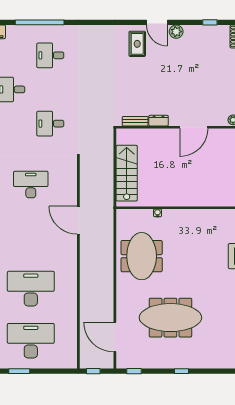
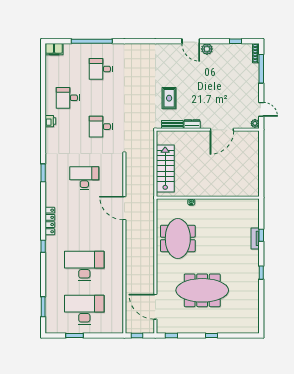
rug: (137, 44) -> (169, 98), moved

